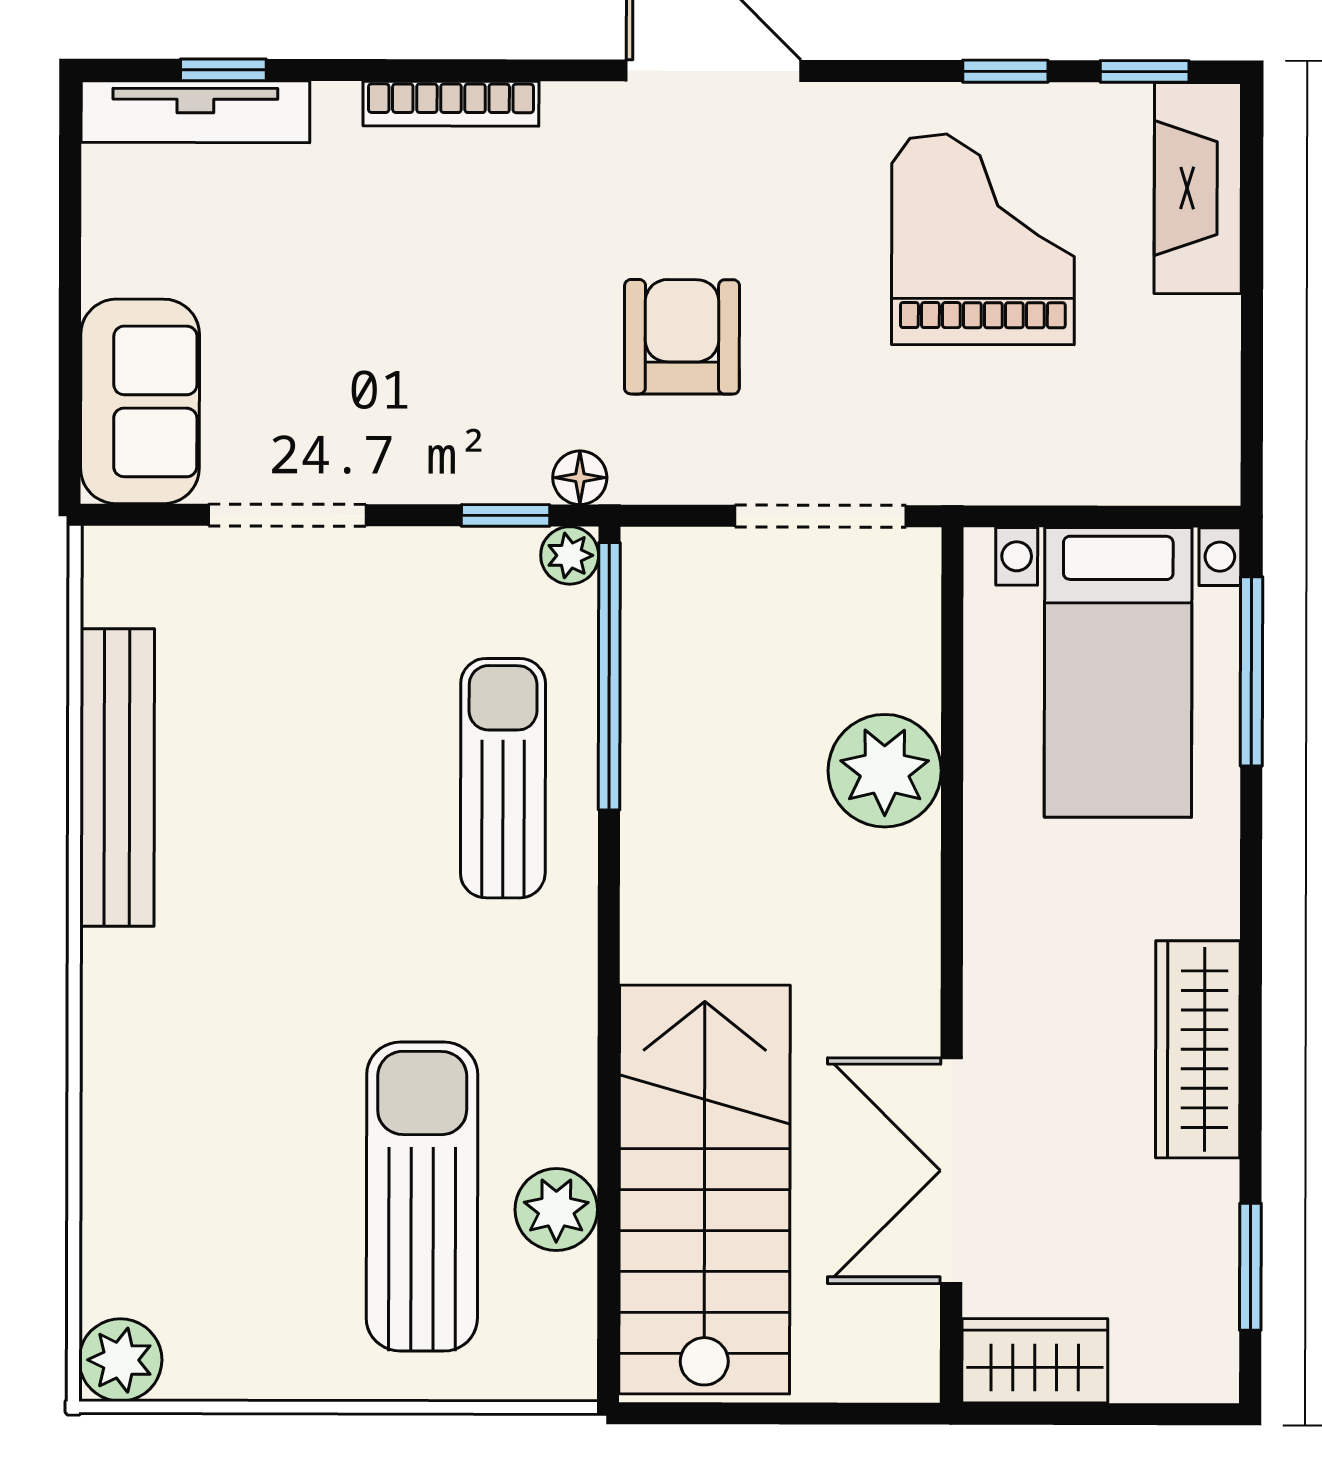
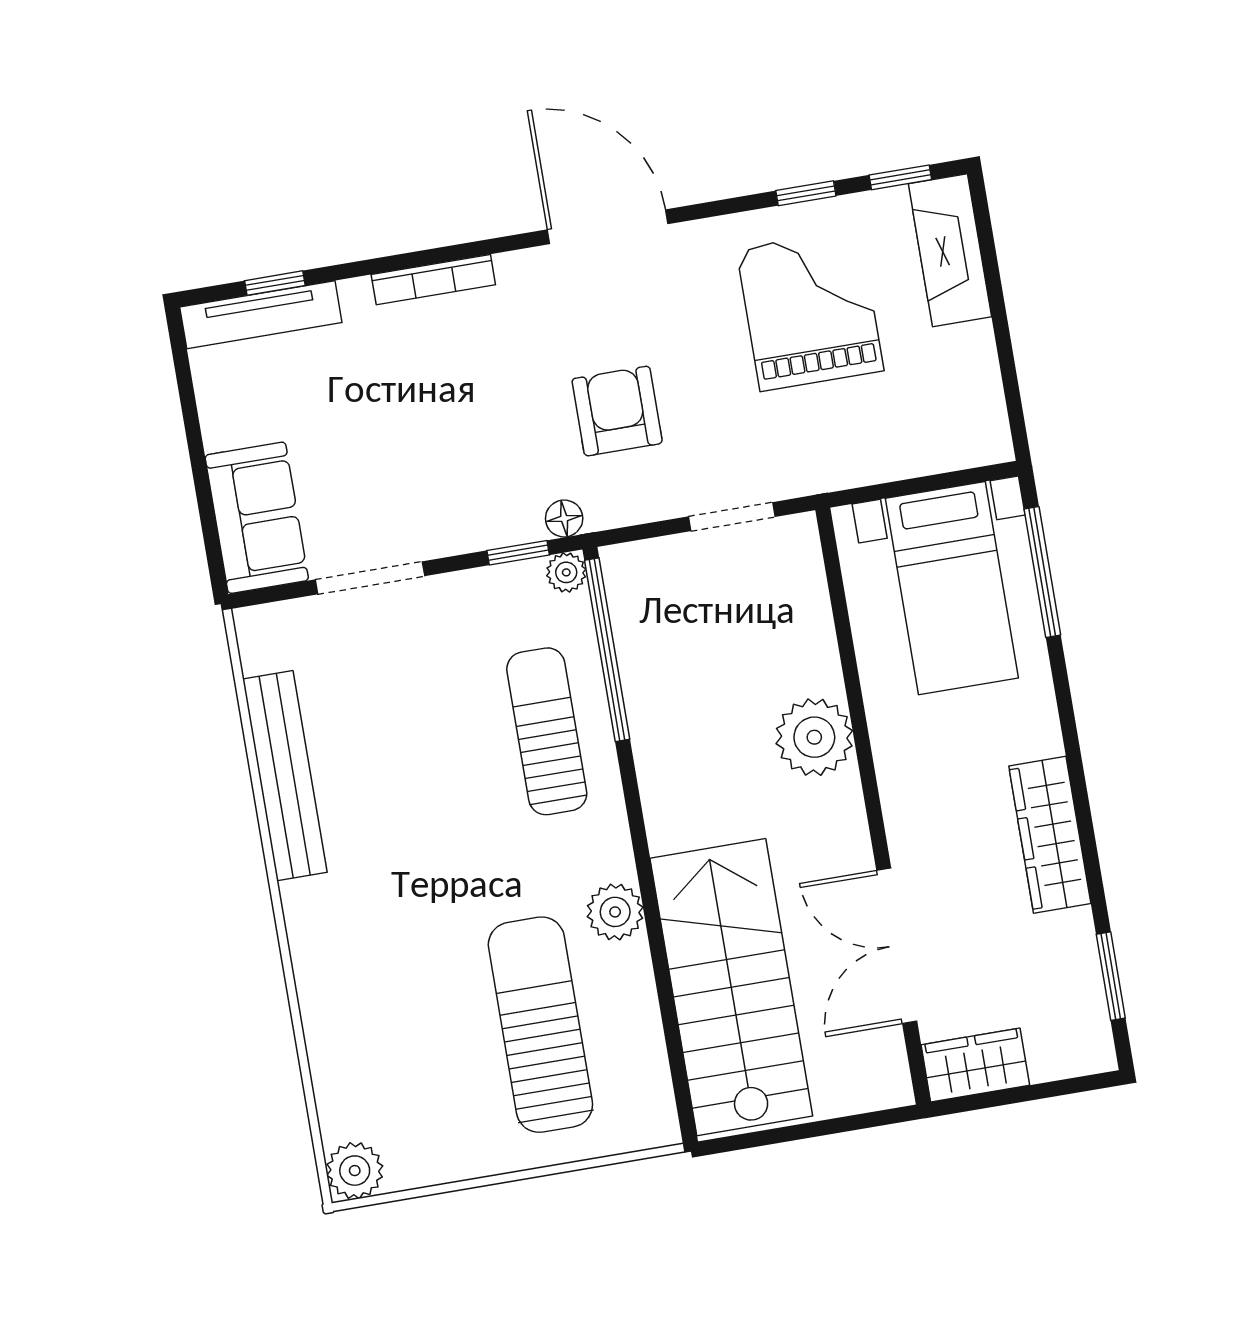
doorway: (820, 516) -> (732, 517), width x0.73
plant: (885, 771) -> (814, 737), moved
plant: (556, 1210) -> (615, 912), moved

